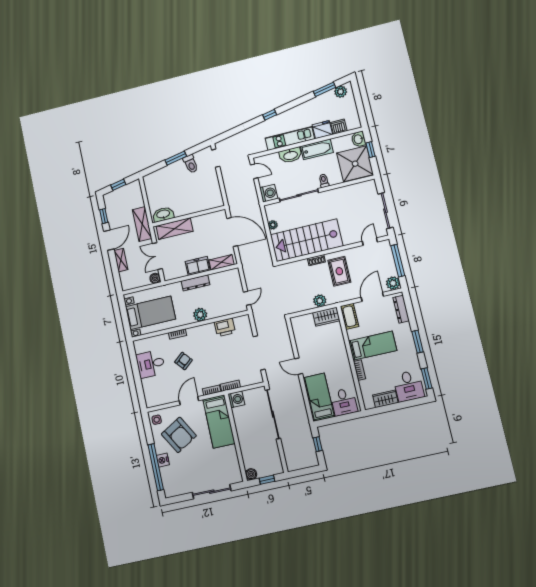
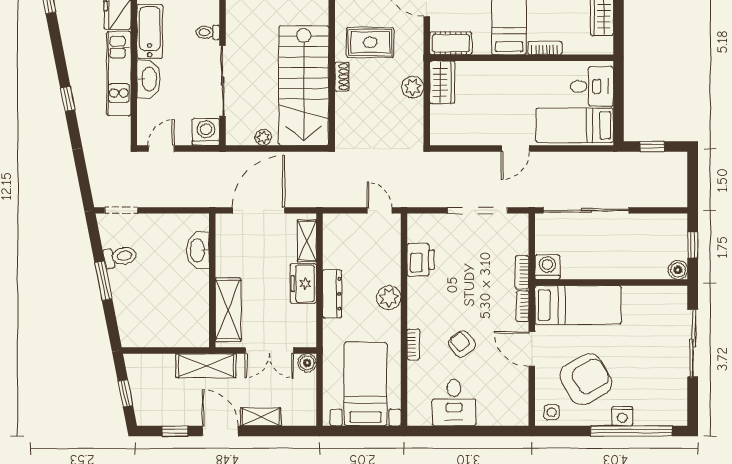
washbasin: (163, 214) -> (198, 250), moved

